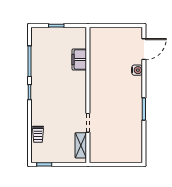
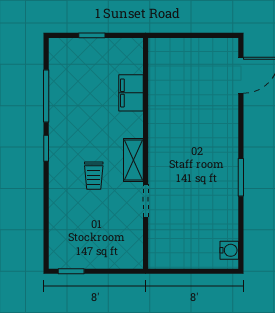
water cooler: (137, 70) -> (229, 250), moved
trolley: (38, 134) -> (94, 176), moved
shelving: (81, 145) -> (133, 160), moved

